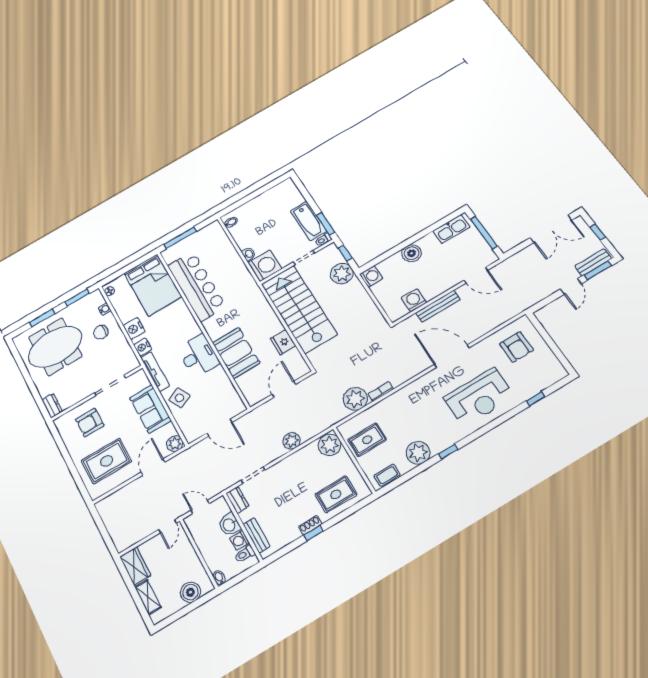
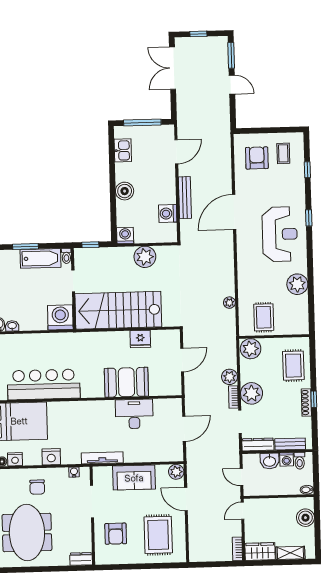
window: (326, 224) -> (25, 247), moved
kitchen sink: (451, 229) -> (123, 150), width x0.73
double door: (551, 229) -> (173, 68), swing flipped
washbasin: (249, 254) -> (12, 326), moved
bench: (593, 262) -> (222, 54), removed
plant: (342, 274) -> (145, 257), moved
water cooler: (105, 309) -> (74, 472), moved
nightstand: (143, 347) -> (15, 459), moved
armchair: (516, 347) -> (257, 158), turned -90
desk: (198, 356) -> (134, 414), moved
door: (284, 389) -> (182, 360), swing flipped
bookcase: (381, 391) -> (233, 397), moved
reception desk: (479, 397) -> (280, 234), moved
side table: (179, 398) -> (138, 449), removed
plant: (355, 399) -> (229, 303), width x0.53, depth x0.53
window: (448, 452) -> (309, 218), moved
plant: (287, 470) -> (252, 393), added
coffee table: (387, 475) -> (283, 153), moved
dresser: (237, 500) -> (258, 444), width x1.44
door: (200, 507) -> (242, 477), hinge flipped
shoe rack: (310, 525) -> (306, 402), width x1.43
door: (168, 526) -> (242, 511), swing flipped
bookcase: (128, 543) -> (237, 549), added

